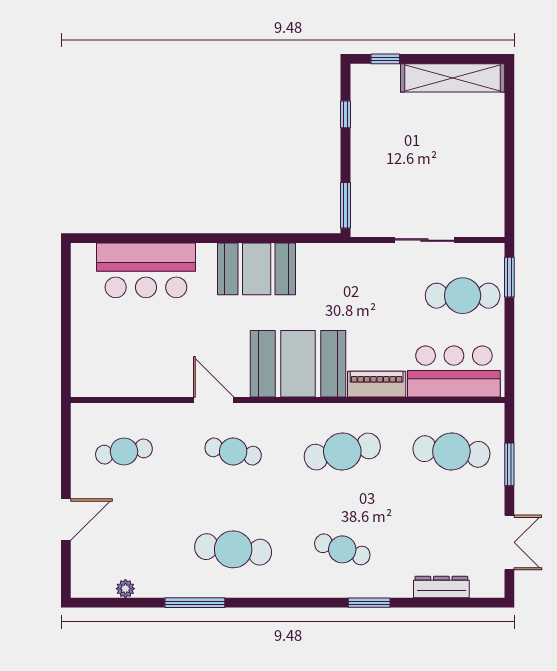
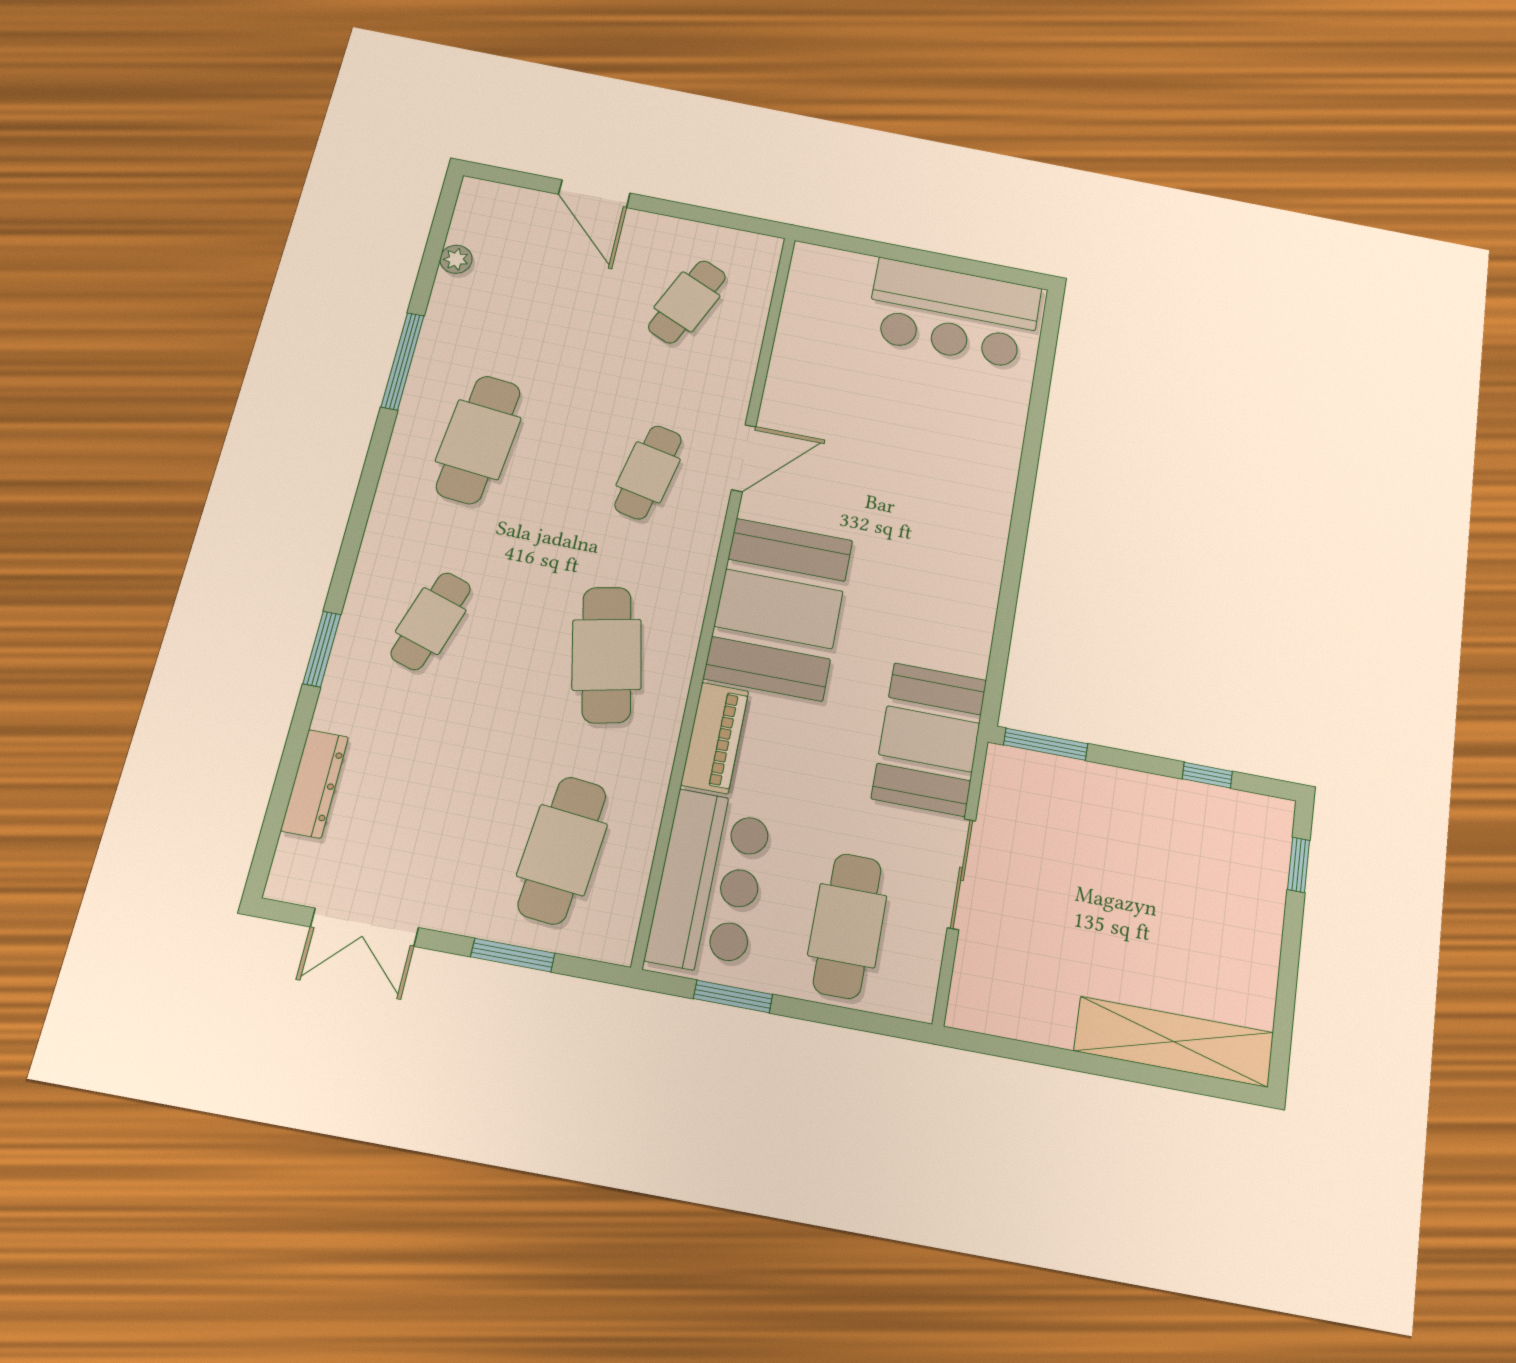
shelving: (453, 78) -> (1174, 1042), moved, turned 90
booth: (257, 269) -> (929, 739), moved
bar counter: (146, 270) -> (954, 313), moved, turned -90
window: (509, 277) -> (733, 996), moved
cafe table: (124, 452) -> (687, 302), turned 33

